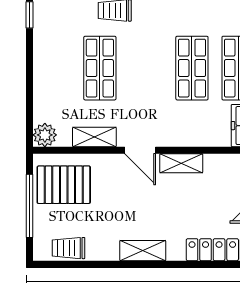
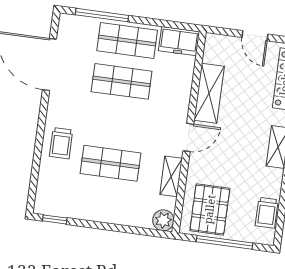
shelving: (181, 163) -> (209, 93), width x1.50, depth x1.33

